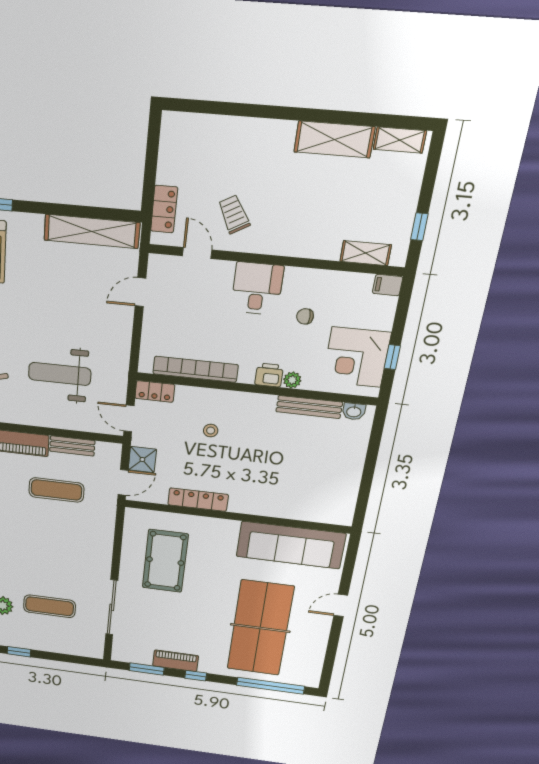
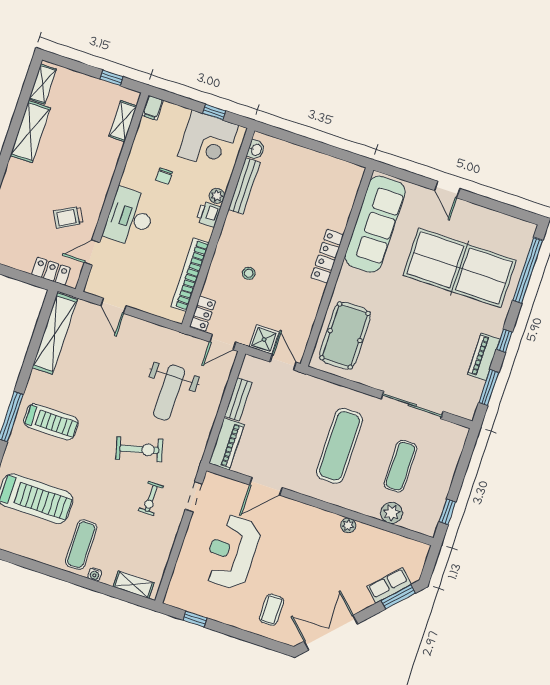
desk: (257, 288) -> (130, 217), width x1.37
exercise mat: (56, 490) -> (339, 446), moved, width x1.36, depth x1.45
locker: (198, 500) -> (327, 256), moved
pool table: (165, 561) -> (345, 336), moved, turned 90

